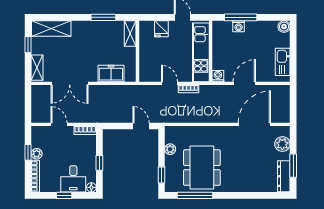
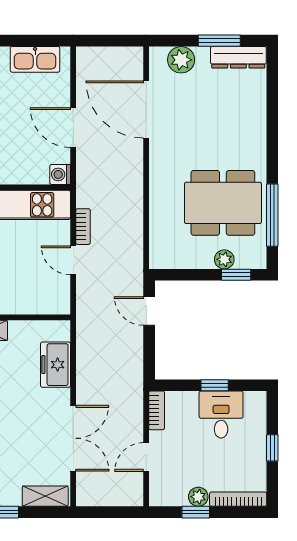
door: (170, 83) -> (73, 260), hinge flipped
door: (141, 126) -> (149, 311), hinge flipped
plant: (170, 149) -> (224, 259), moved
desk: (73, 179) -> (221, 415), moved, turned -90
floor lamp: (91, 187) -> (258, 399), removed

